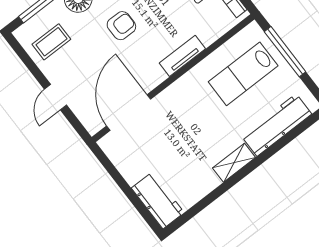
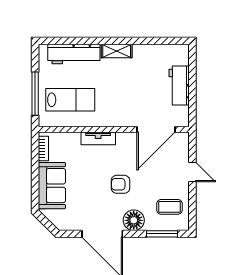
door: (56, 97) -> (192, 172), hinge flipped
workbench: (158, 200) -> (179, 85), moved

